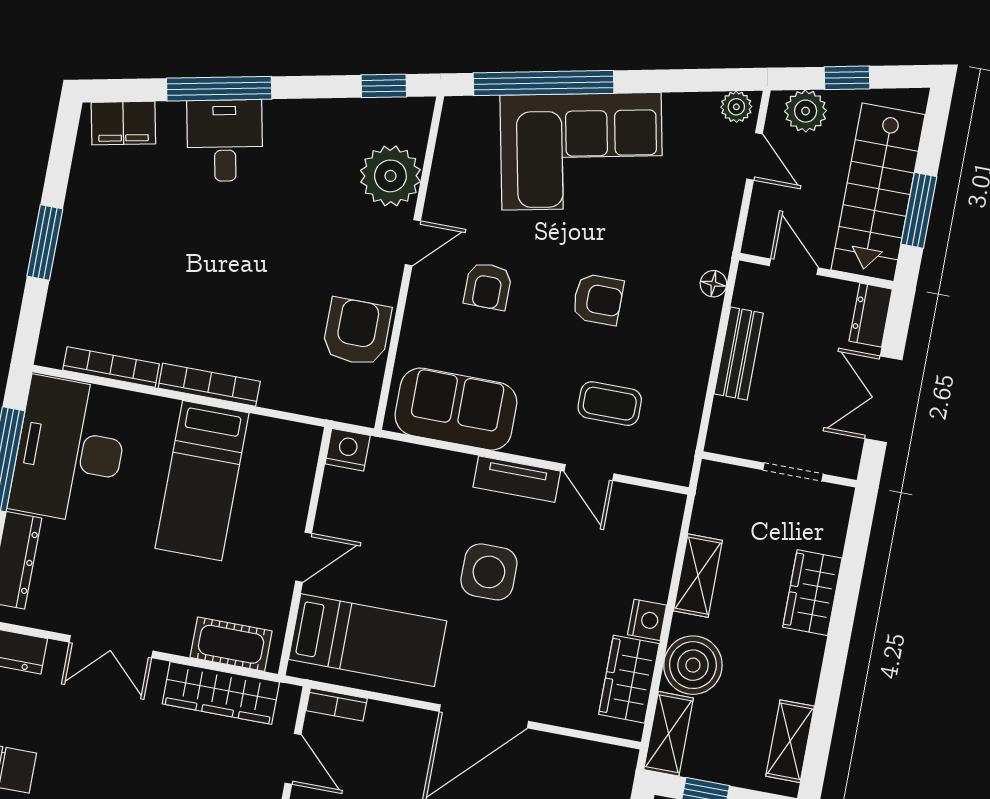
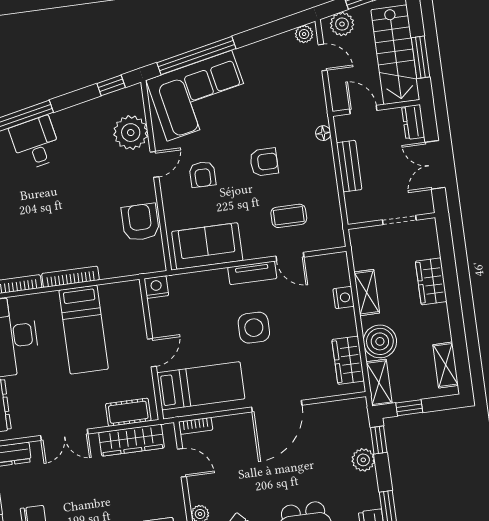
corner sofa: (581, 151) -> (199, 96), moved
nightstand: (647, 620) -> (343, 298), moved

